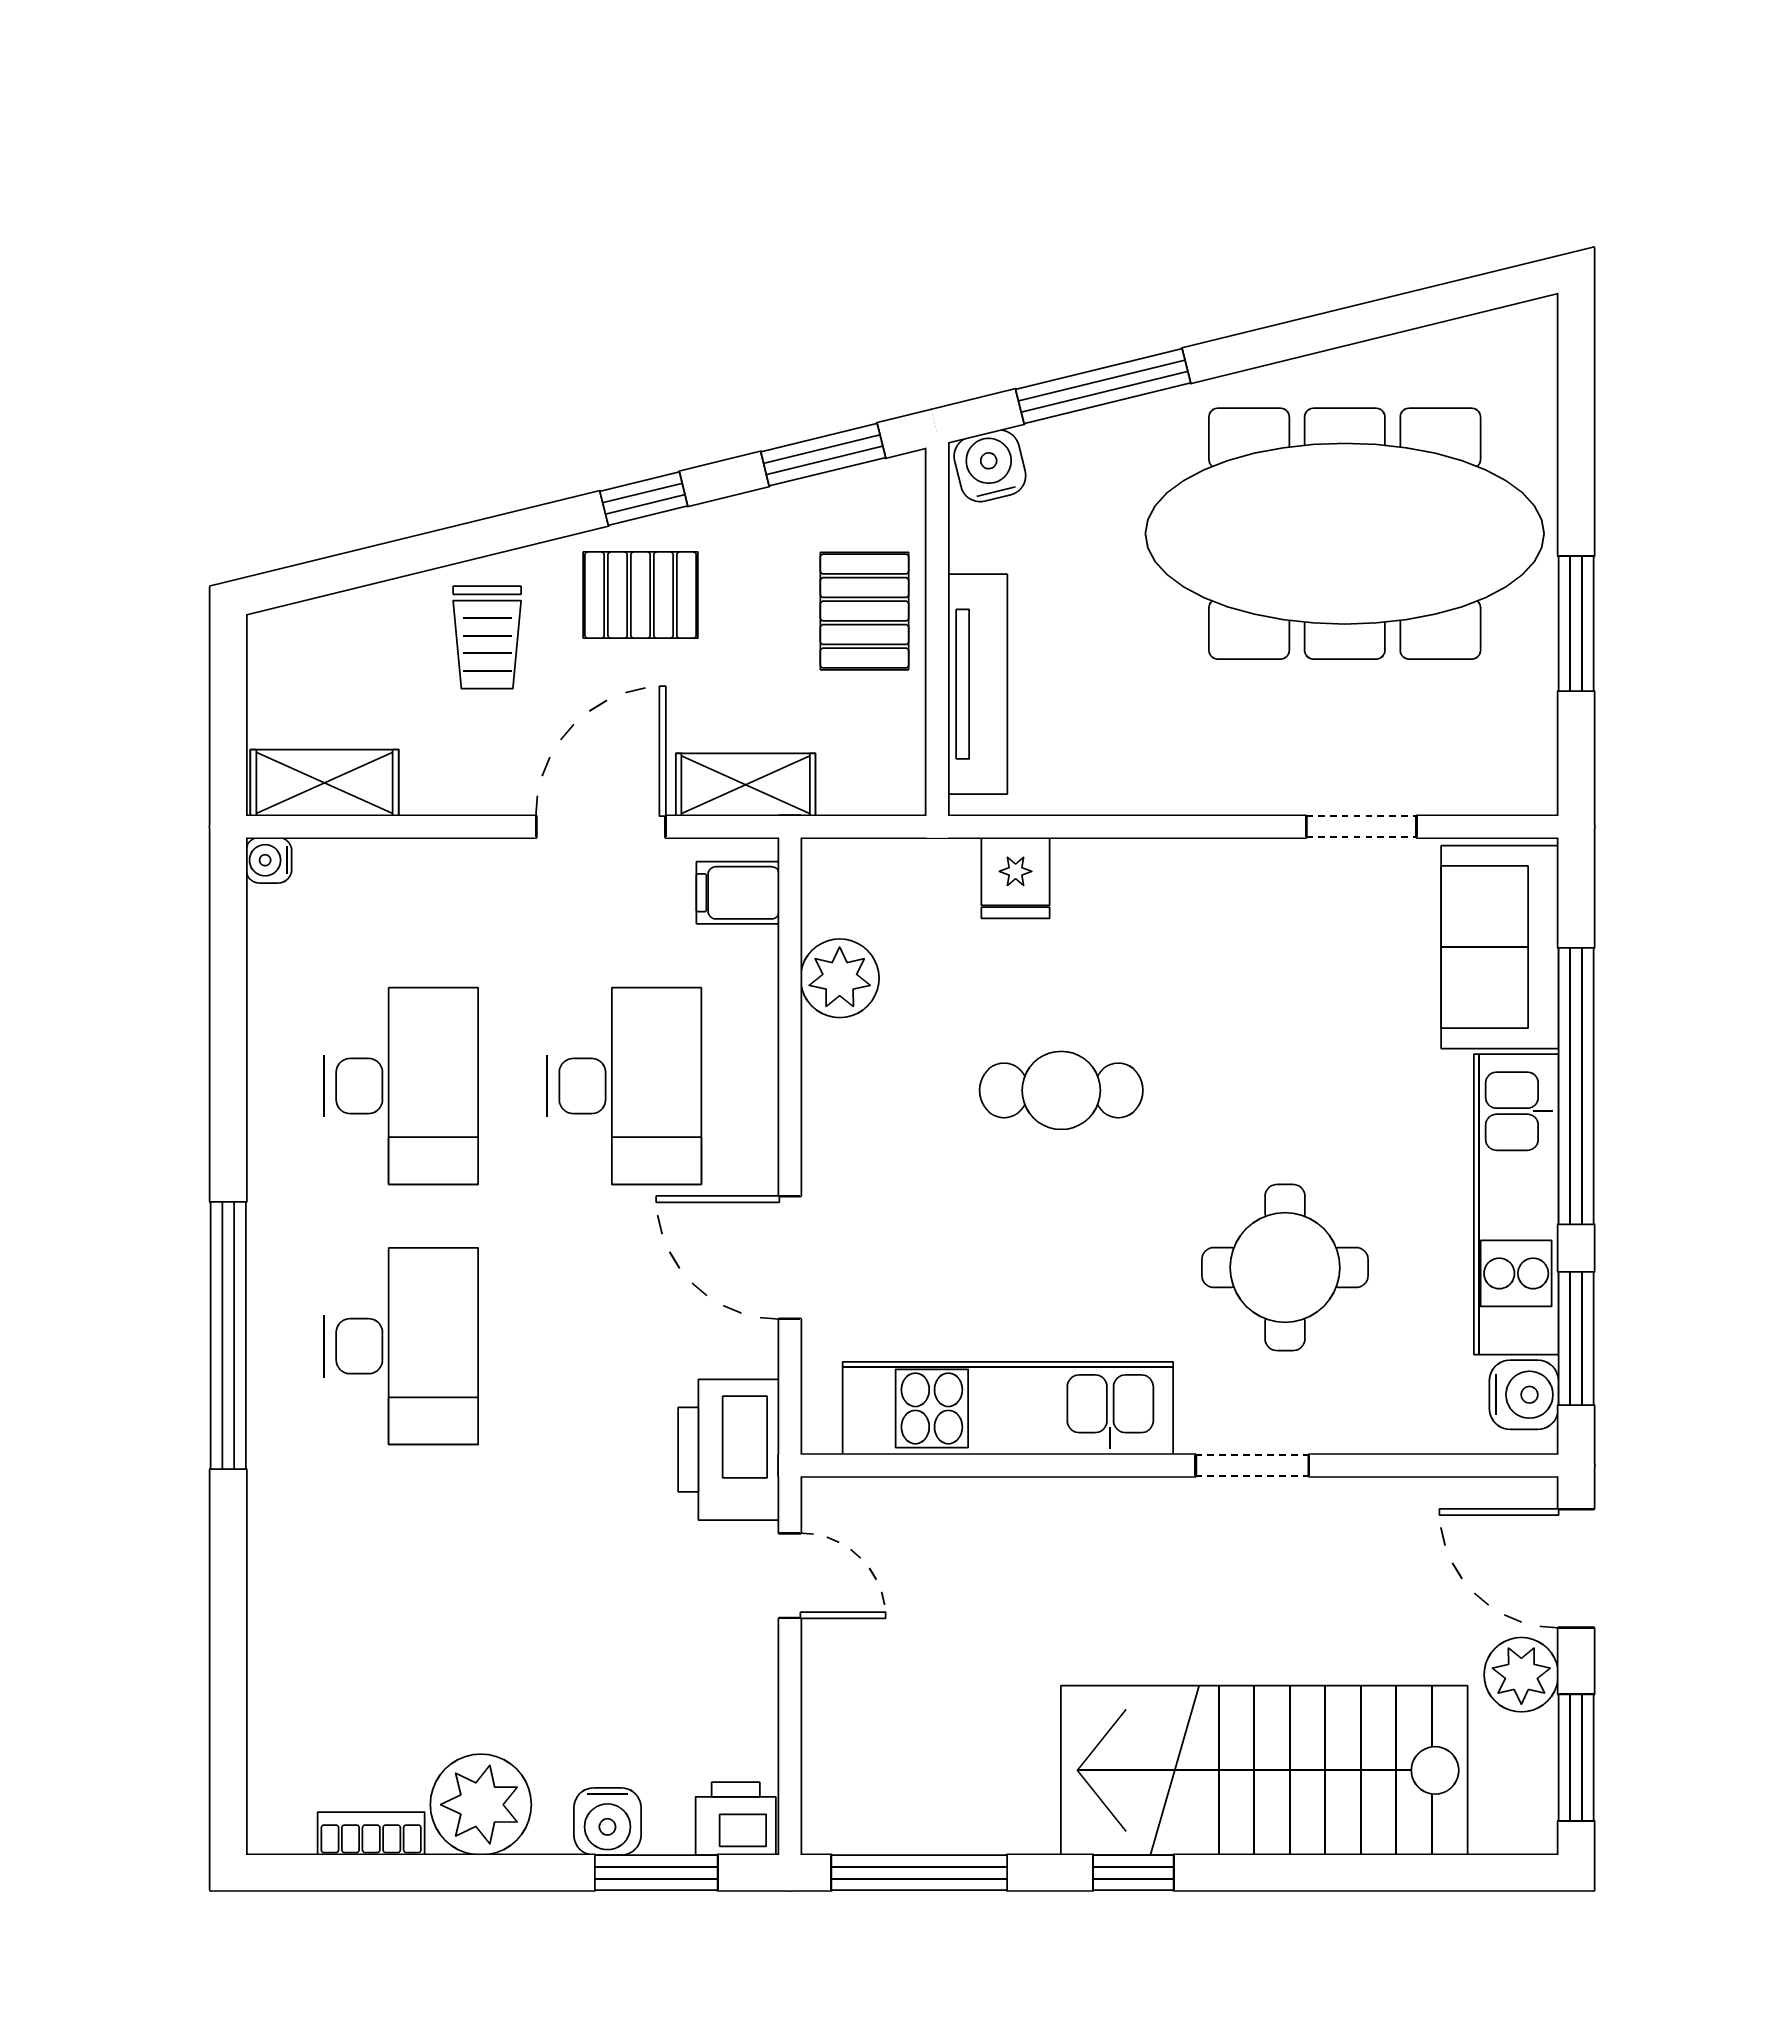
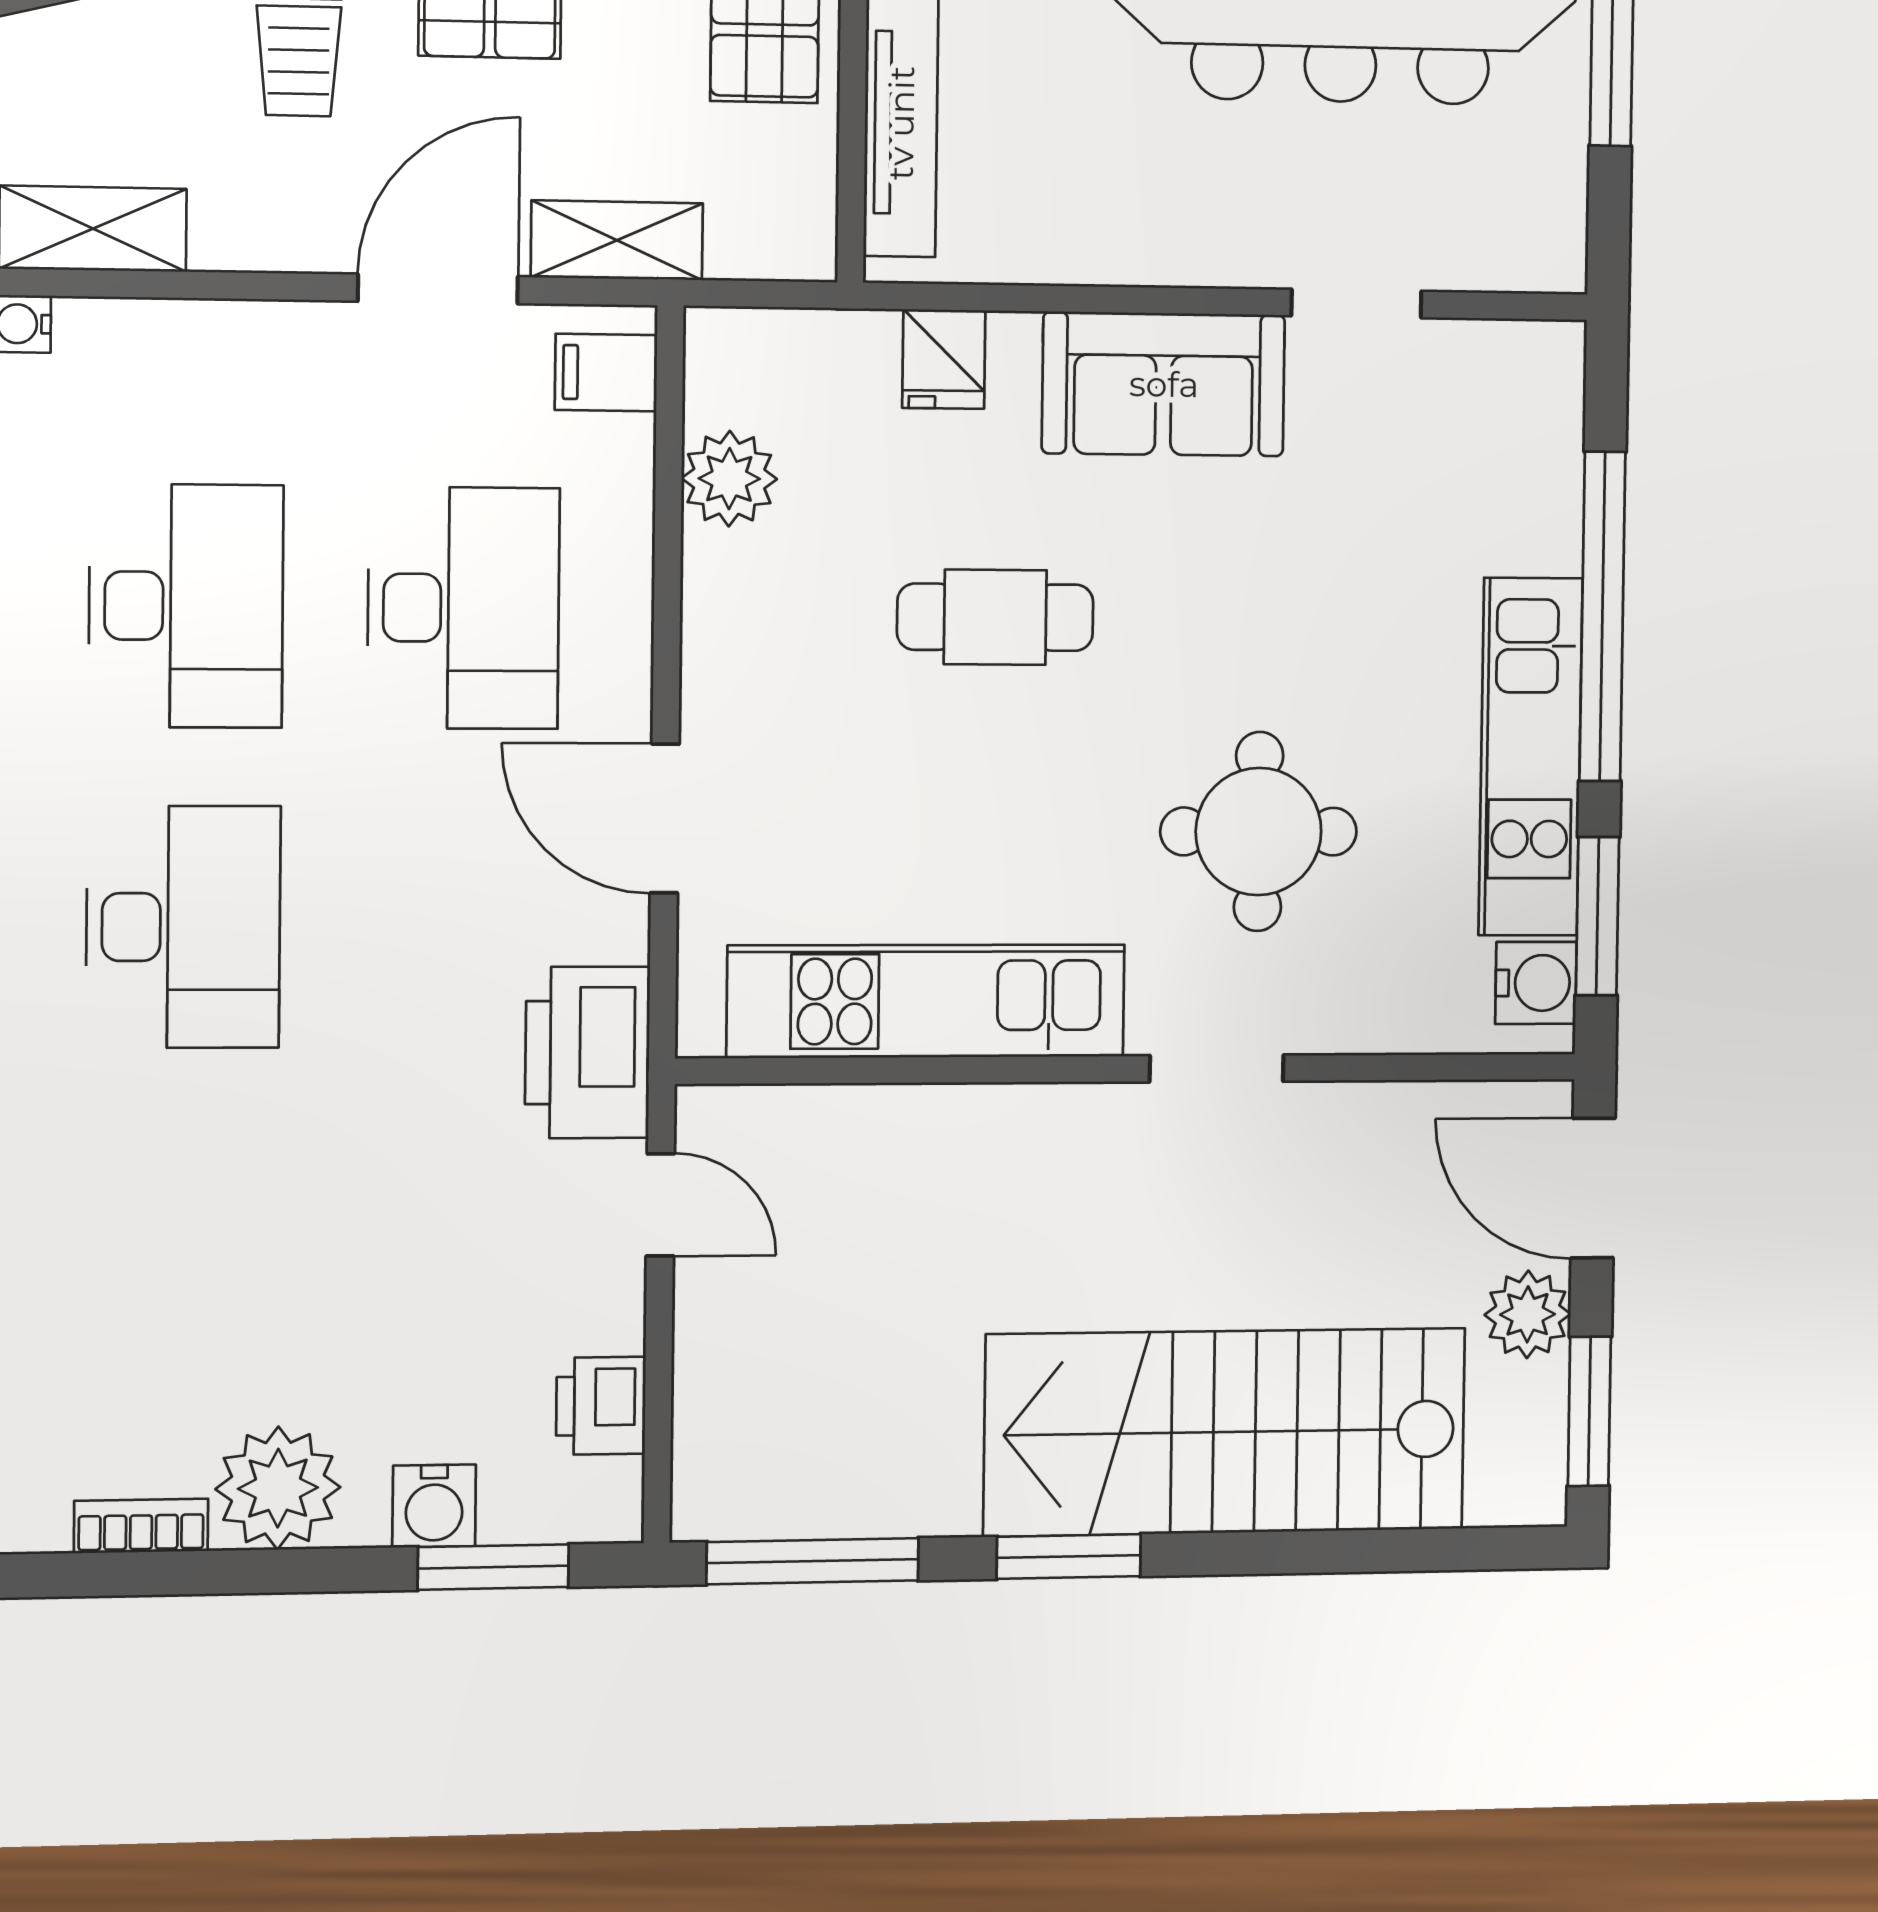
sofa: (1500, 947) -> (1164, 384), moved, turned -90
printer: (736, 1819) -> (601, 1406), moved, turned -90
window: (1133, 1873) -> (1069, 1556), width x1.50

